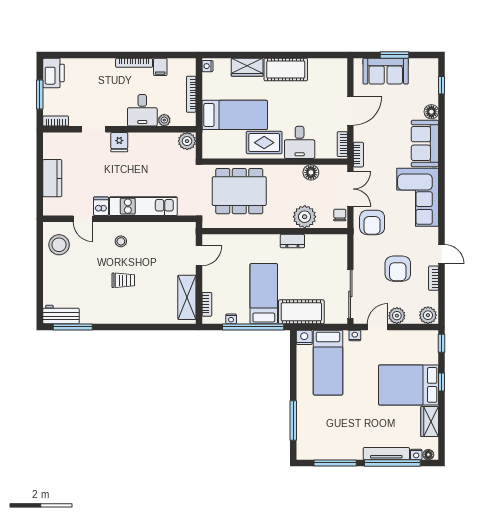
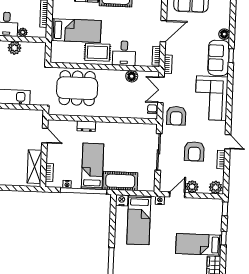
window: (442, 85) -> (231, 56), moved
plant: (187, 141) -> (14, 48), moved
double door: (350, 189) -> (161, 90), swing flipped
plant: (305, 217) -> (126, 109), removed
dresser: (292, 241) -> (86, 126), moved
door: (199, 256) -> (45, 136), hinge flipped
sliding door: (350, 294) -> (158, 152), moved
bed: (409, 385) -> (199, 244), width x0.67

